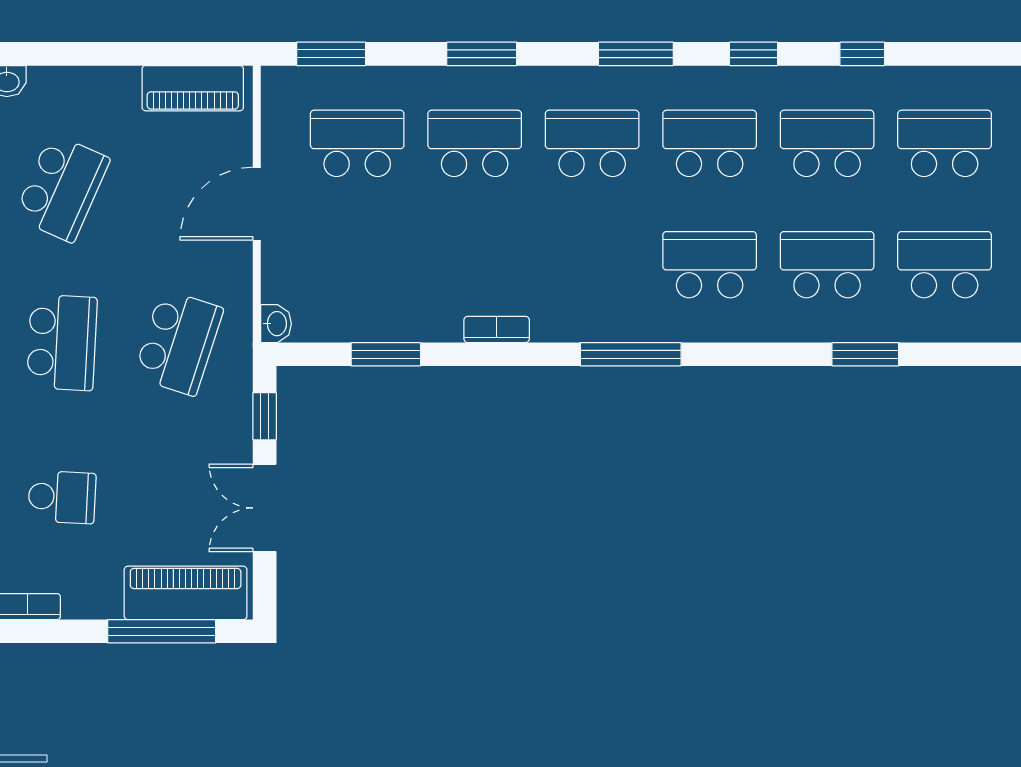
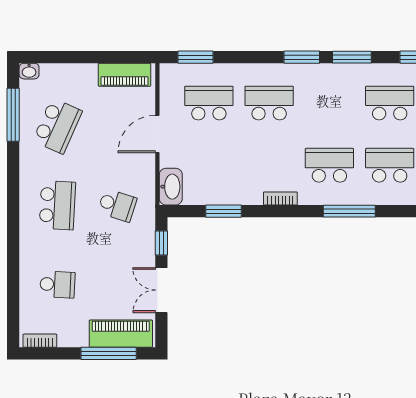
window: (482, 54) -> (302, 57), moved
school desk: (592, 143) -> (329, 165), moved
washbasin: (276, 324) -> (171, 187), width x1.91, depth x1.45
school desk: (178, 343) -> (117, 205), width x0.54

